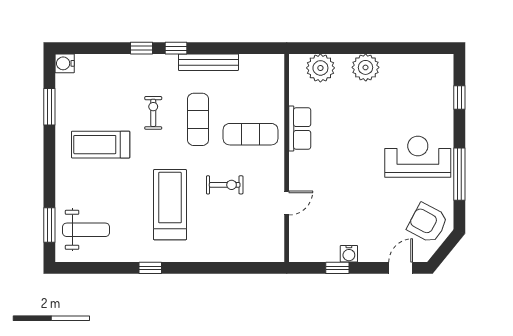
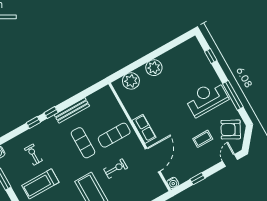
exercise bike: (153, 113) -> (33, 155), moved
row of seats: (300, 128) -> (144, 129), moved
door: (287, 203) -> (153, 160), width x1.88
coffee table: (378, 213) -> (203, 139), added
water cooler: (349, 254) -> (173, 183), moved

